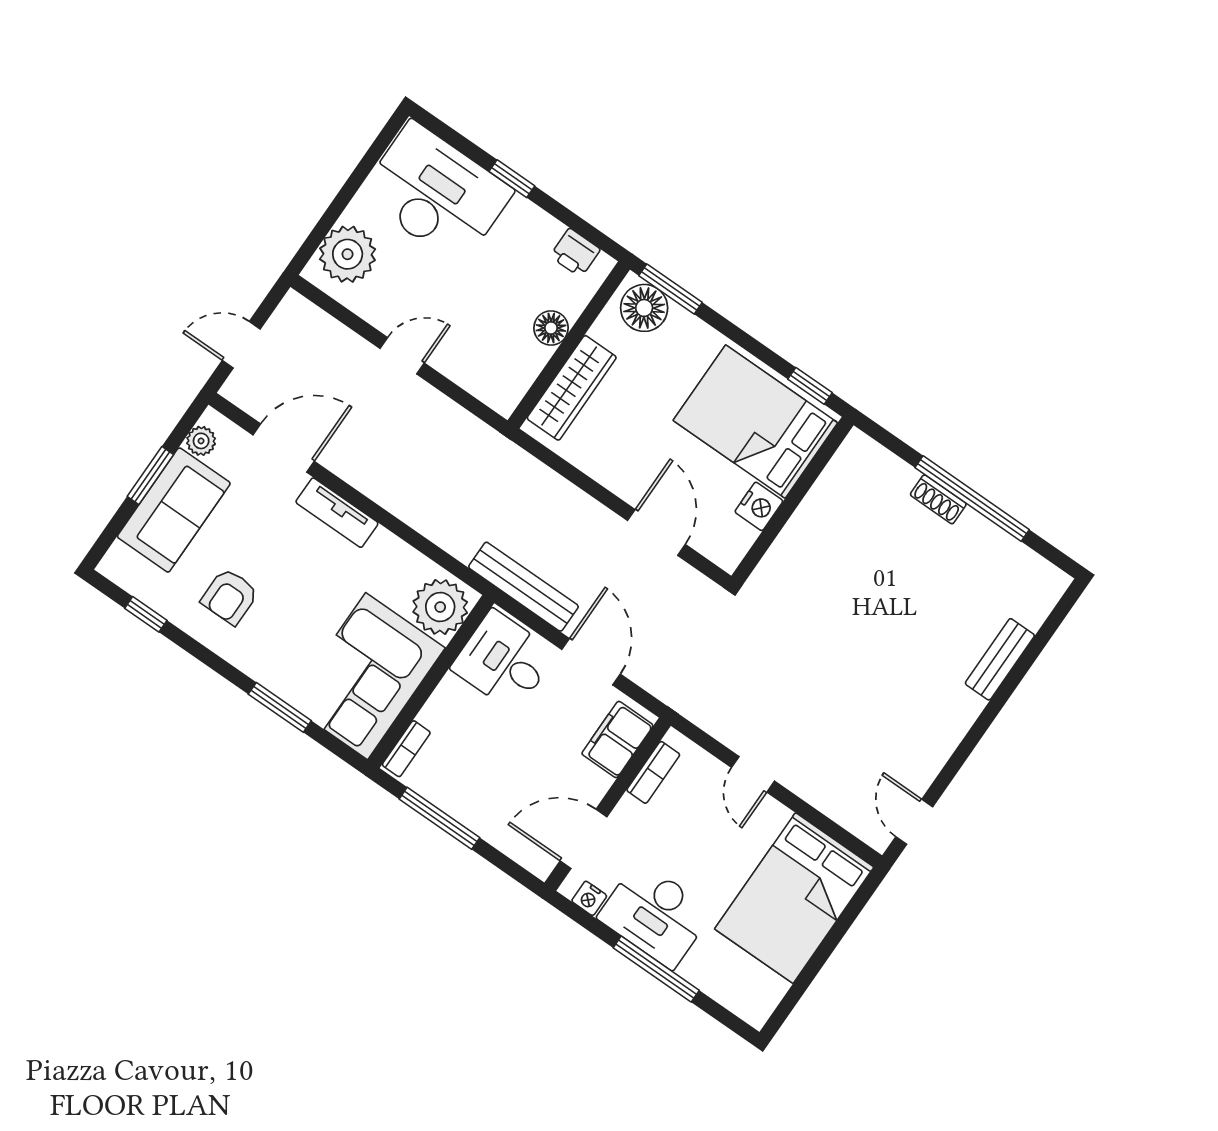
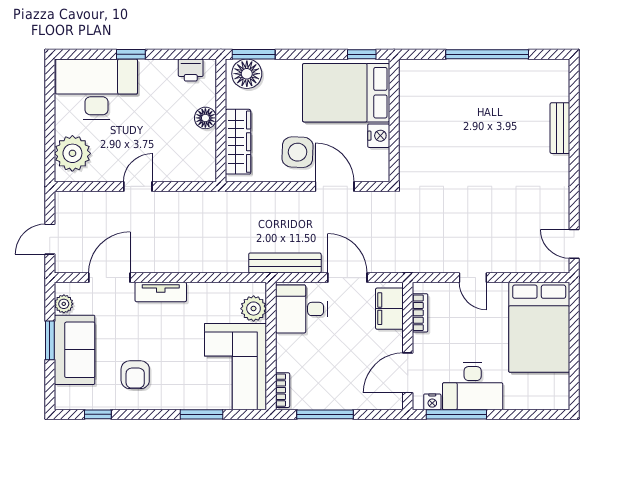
side table: (639, 455) -> (298, 152), added
shoe rack: (938, 499) -> (470, 67), removed
plant: (440, 607) -> (254, 309), width x0.73, depth x0.73
window: (656, 969) -> (456, 414), moved

